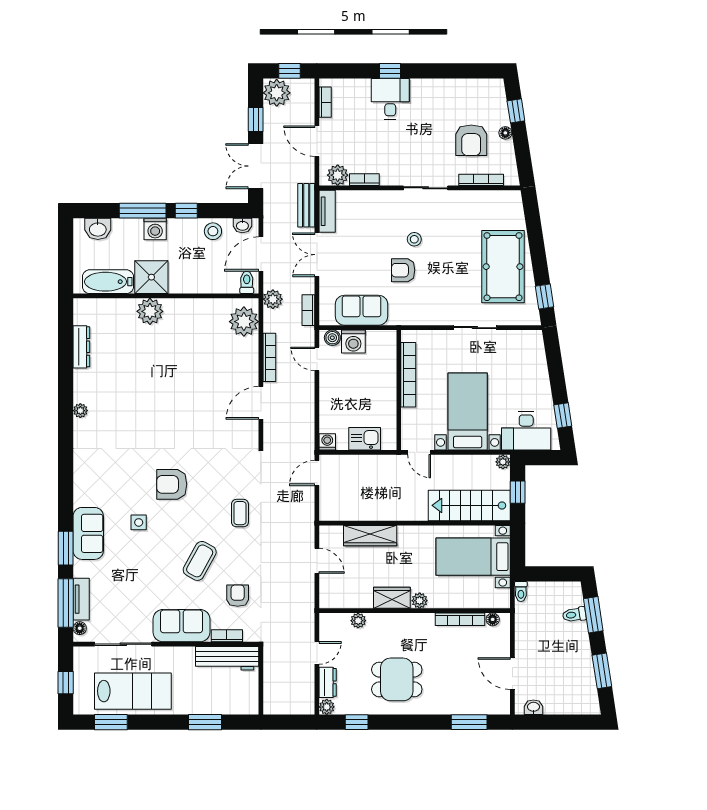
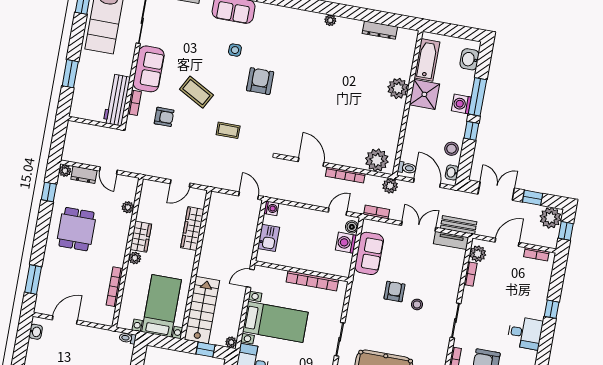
desk: (390, 99) -> (525, 333), moved
floor lamp: (493, 619) -> (110, 312), removed

